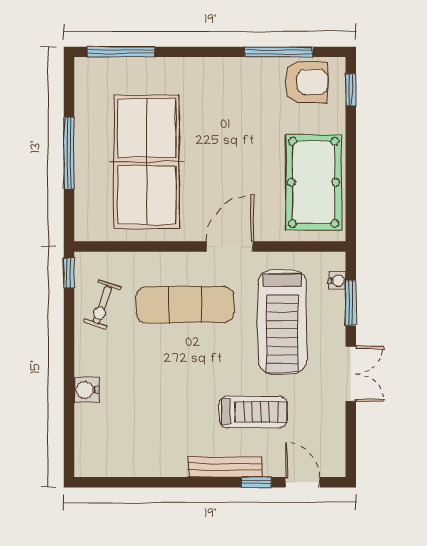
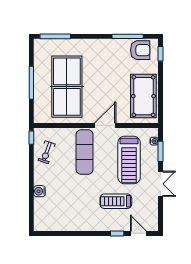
exercise mat: (185, 304) -> (85, 152), turned 90
treadmill: (253, 412) -> (116, 201), turned 180
bench: (225, 467) -> (103, 226), removed

